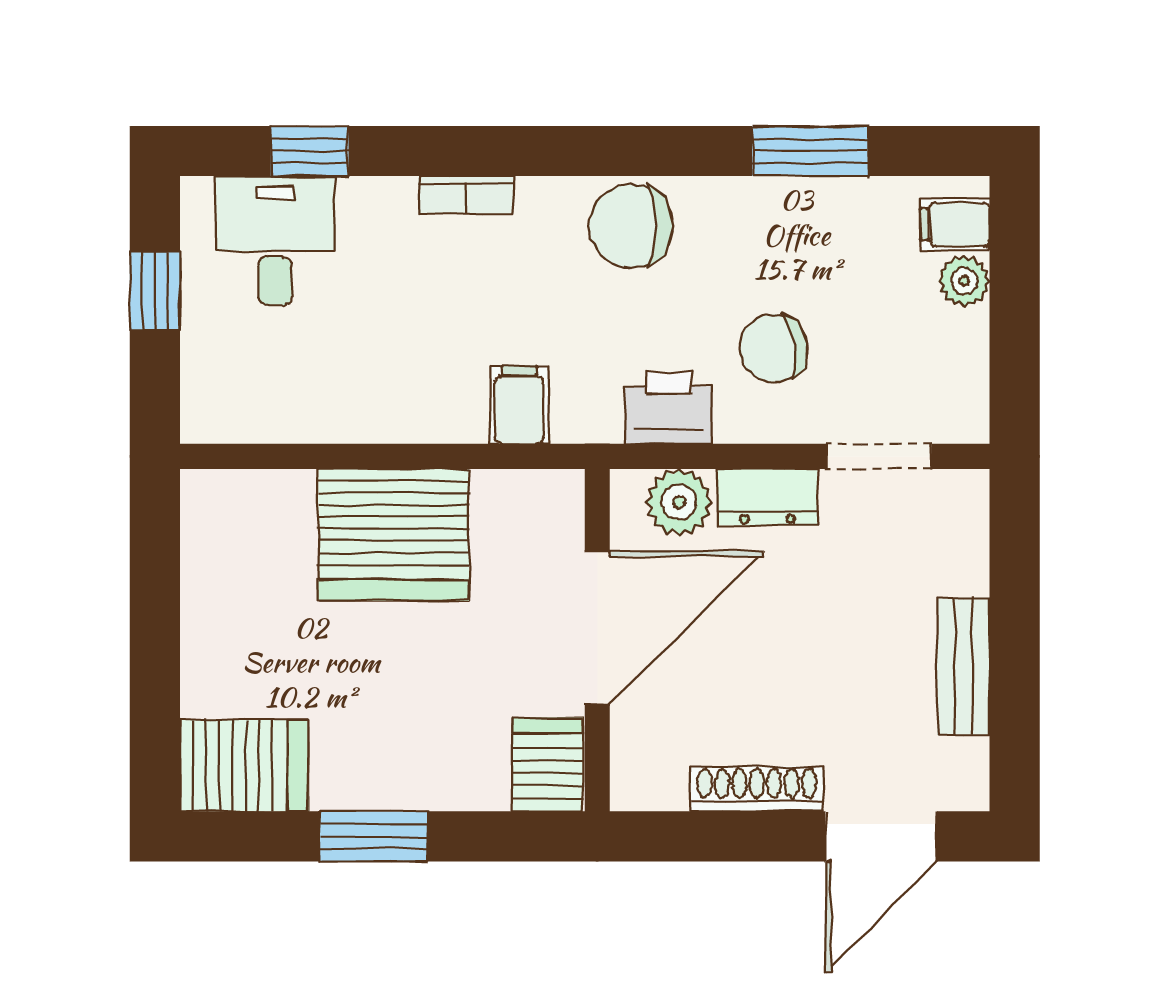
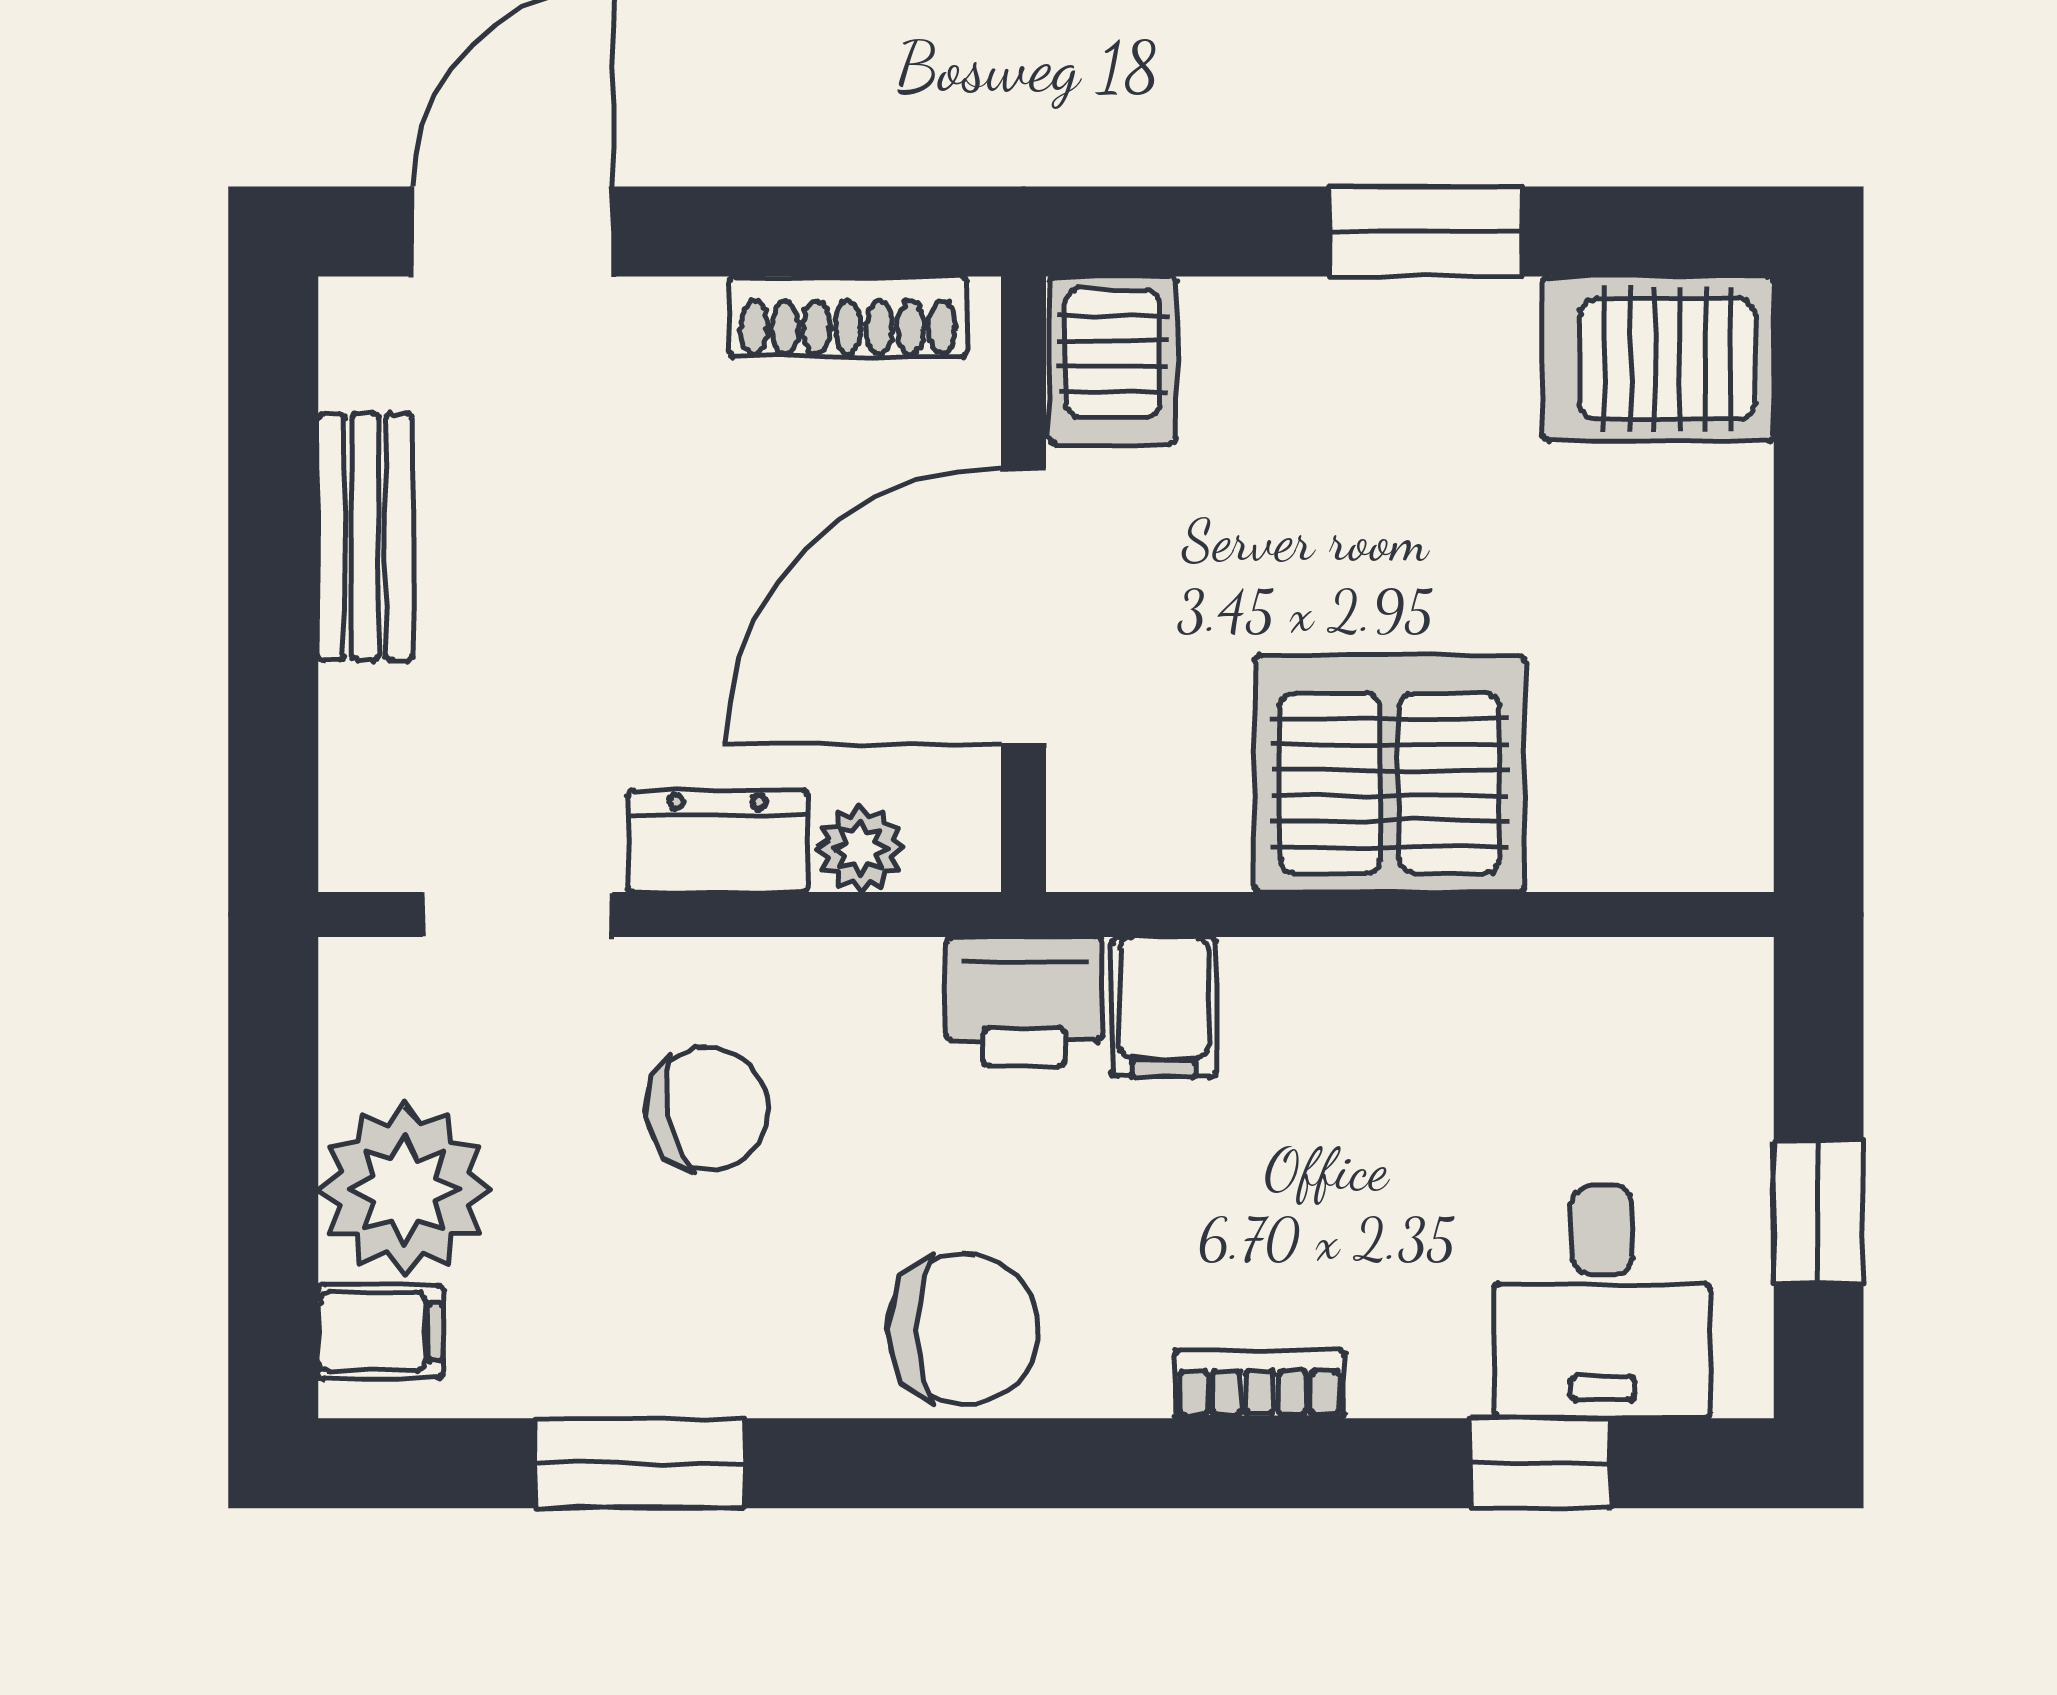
plant: (964, 281) -> (404, 1189), width x1.88, depth x1.88
printer: (669, 408) -> (1024, 1002), moved
plant: (679, 502) -> (861, 849), width x0.73, depth x0.73
shoe rack: (757, 789) -> (848, 317), moved

